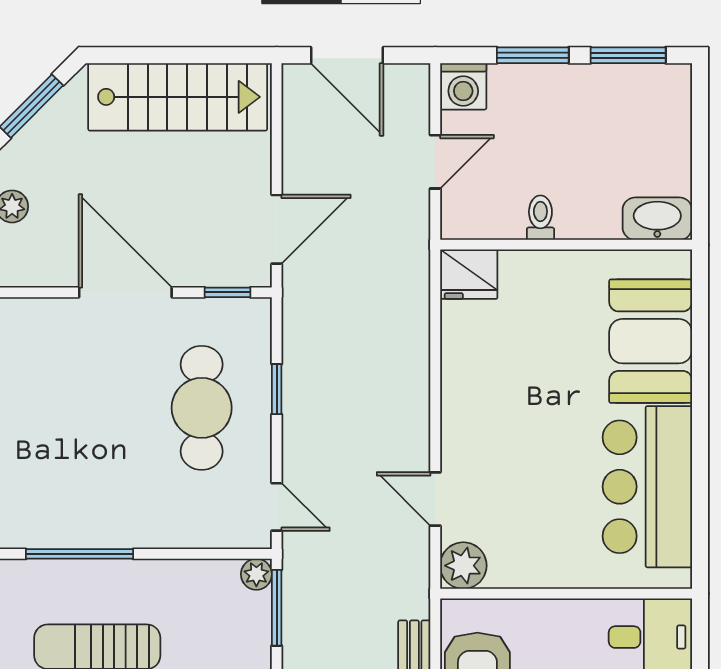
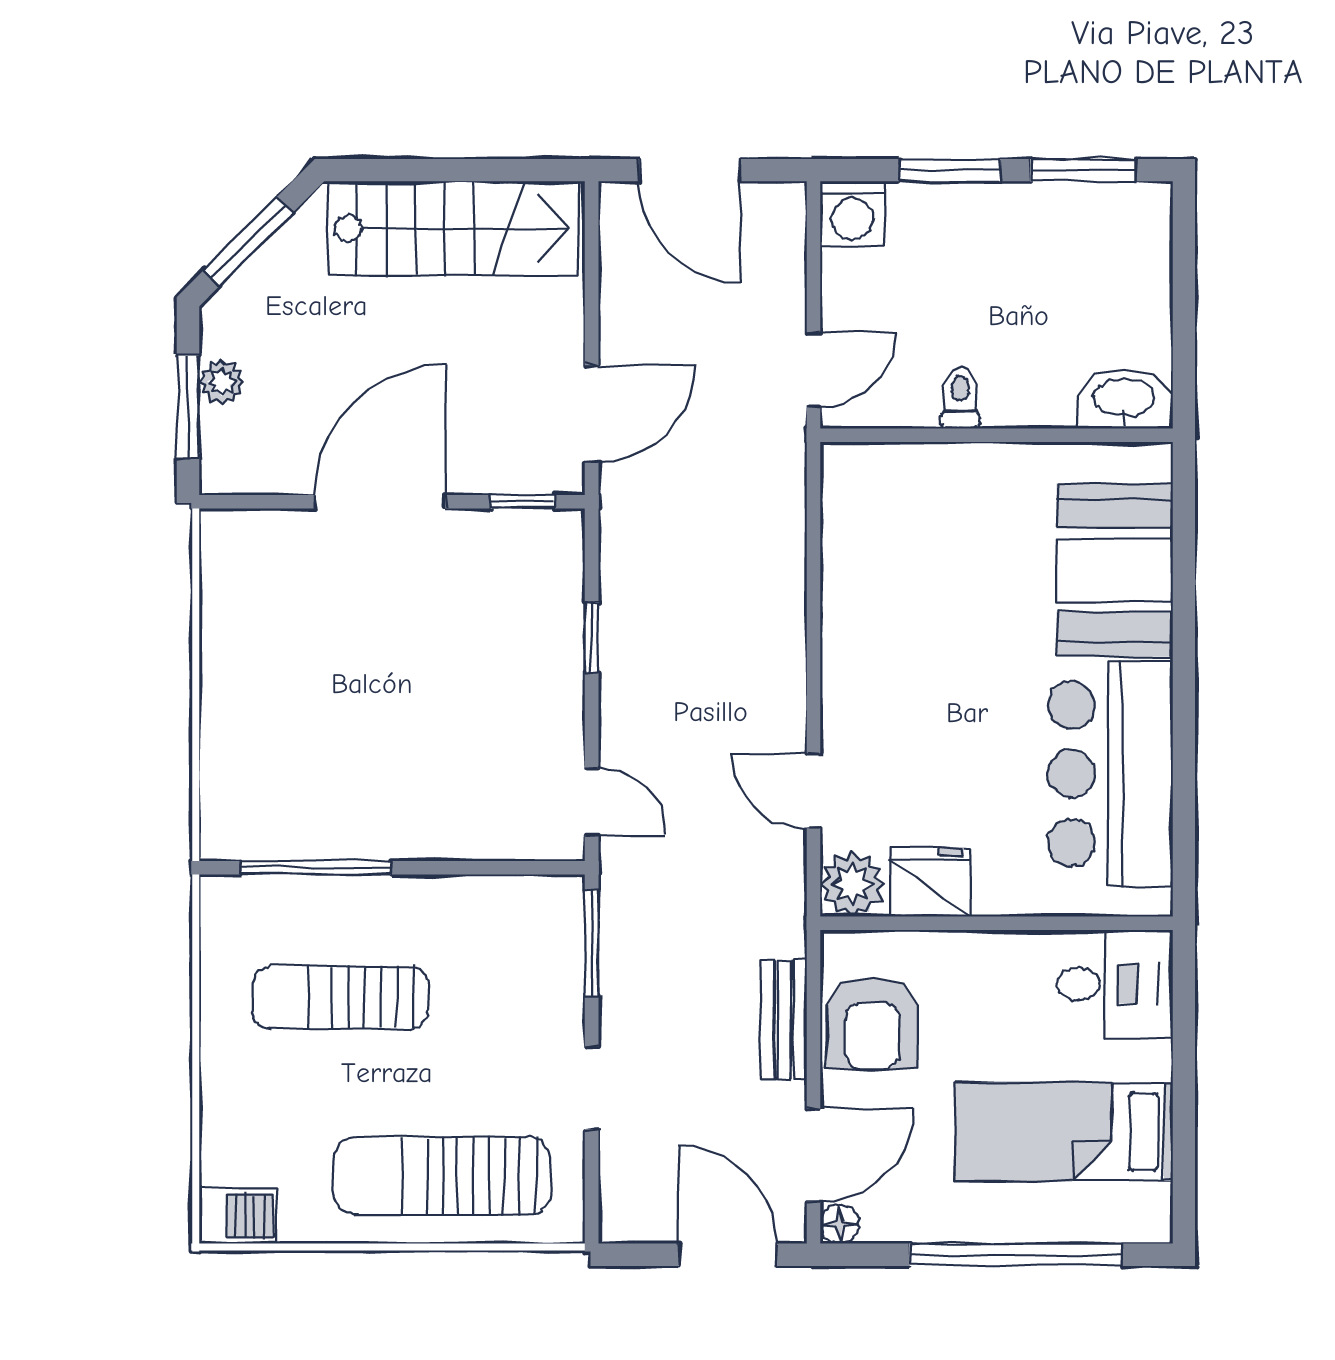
door: (435, 162) -> (813, 370), moved
fridge: (469, 274) -> (930, 882), moved, turned 180
door: (125, 292) -> (380, 502), hinge flipped
cafe table: (202, 408) -> (487, 663), removed
plant: (256, 574) -> (563, 896), removed

